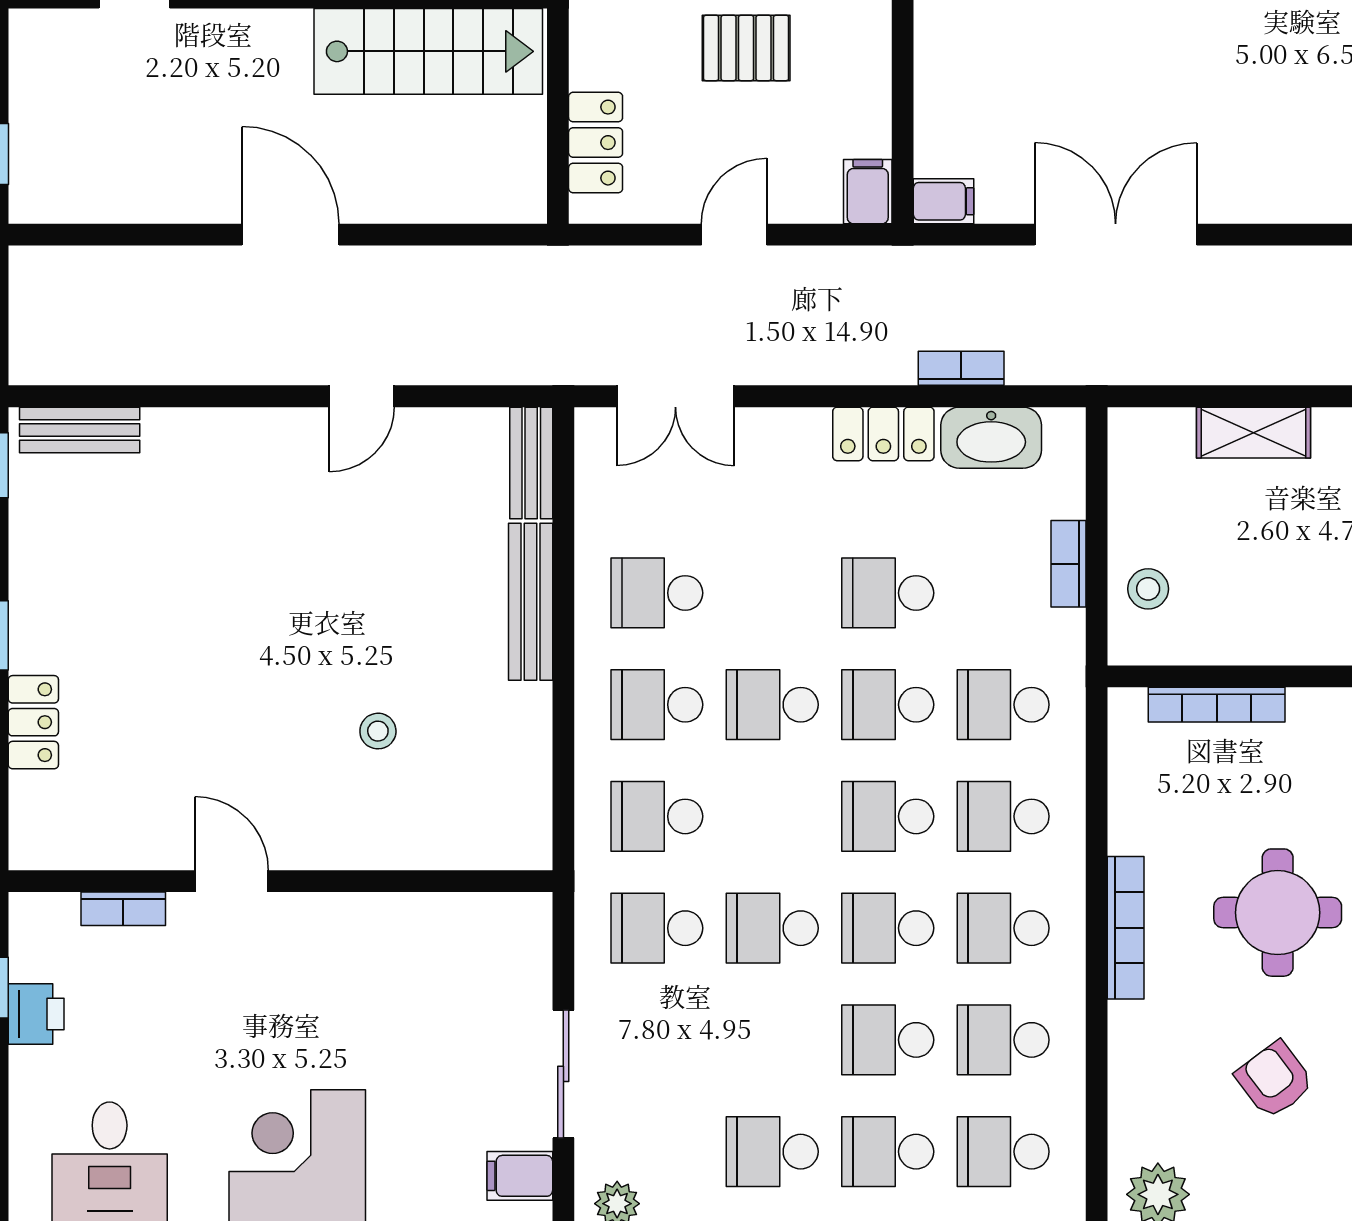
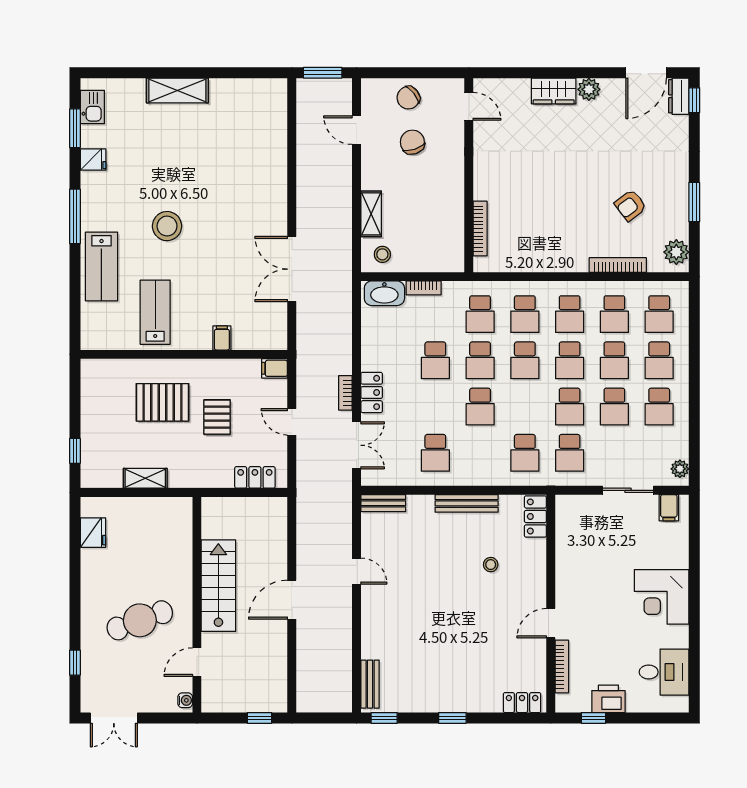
stairs: (428, 51) -> (218, 586), moved
filing cabinet: (944, 201) -> (222, 338), moved
bookcase: (961, 368) -> (345, 393), moved
locker: (883, 434) -> (372, 392), moved
washbasin: (991, 438) -> (384, 293), moved, turned 90
stool: (1148, 589) -> (382, 254), moved
bench: (531, 602) -> (467, 503), moved
school desk: (657, 705) -> (614, 407), moved
locker: (33, 722) -> (522, 703), moved
locker: (498, 843) -> (535, 516), added
bookcase: (123, 909) -> (562, 667), width x1.56
round table: (1278, 913) -> (563, 204), removed
bookcase: (1126, 928) -> (618, 265), moved
printer: (36, 1014) -> (608, 699), width x1.36, depth x1.24

